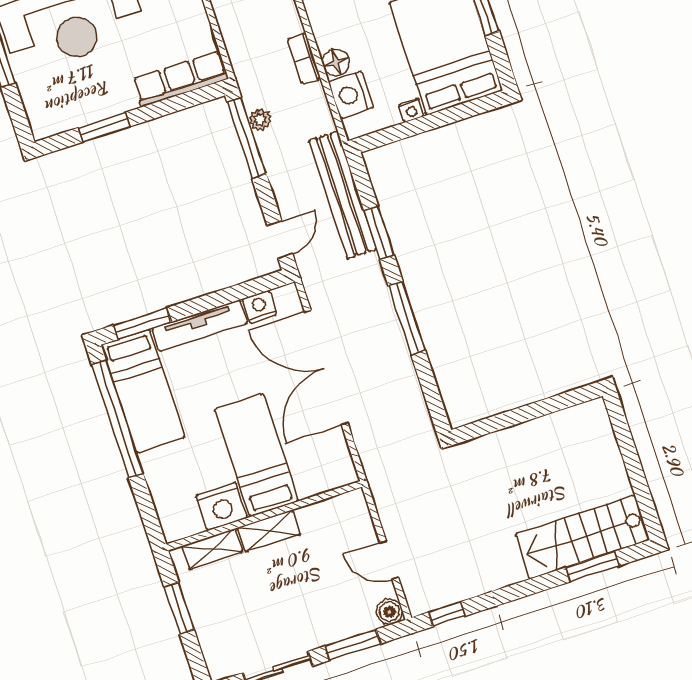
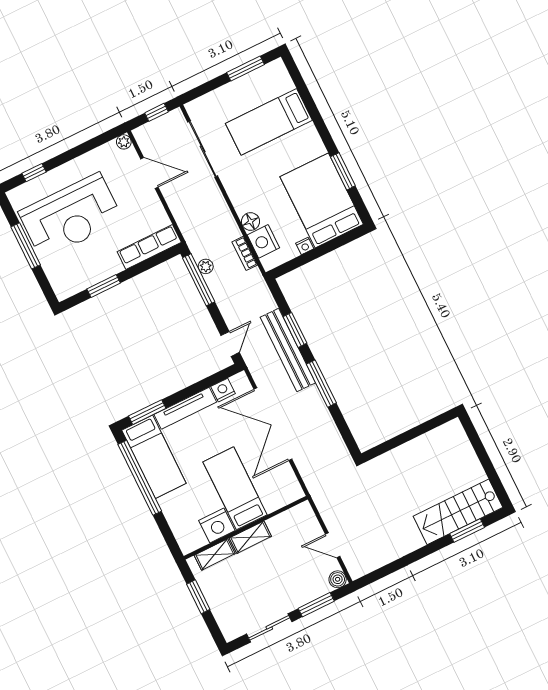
bookcase: (304, 59) -> (245, 253), moved
bench: (343, 195) -> (288, 350), moved
window: (446, 614) -> (375, 576), removed

